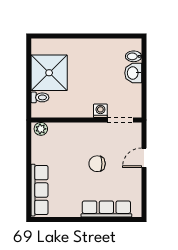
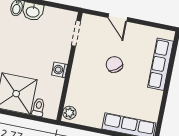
washing machine: (100, 111) -> (60, 70), moved
chair: (97, 164) -> (114, 64), turned 144

